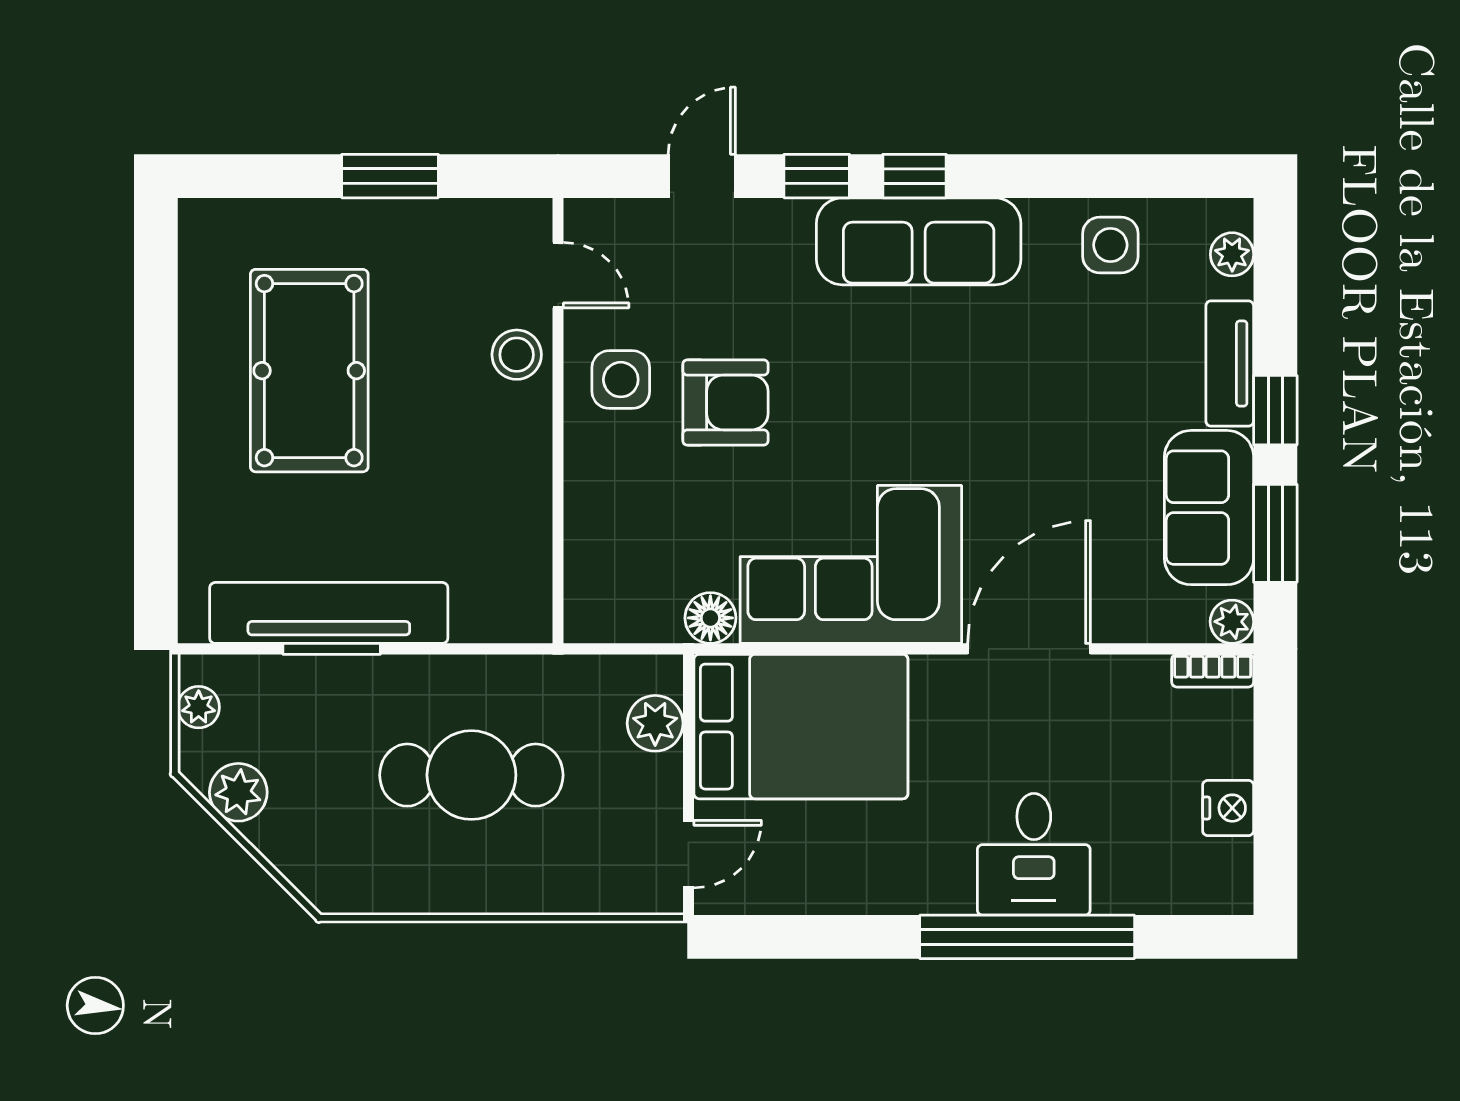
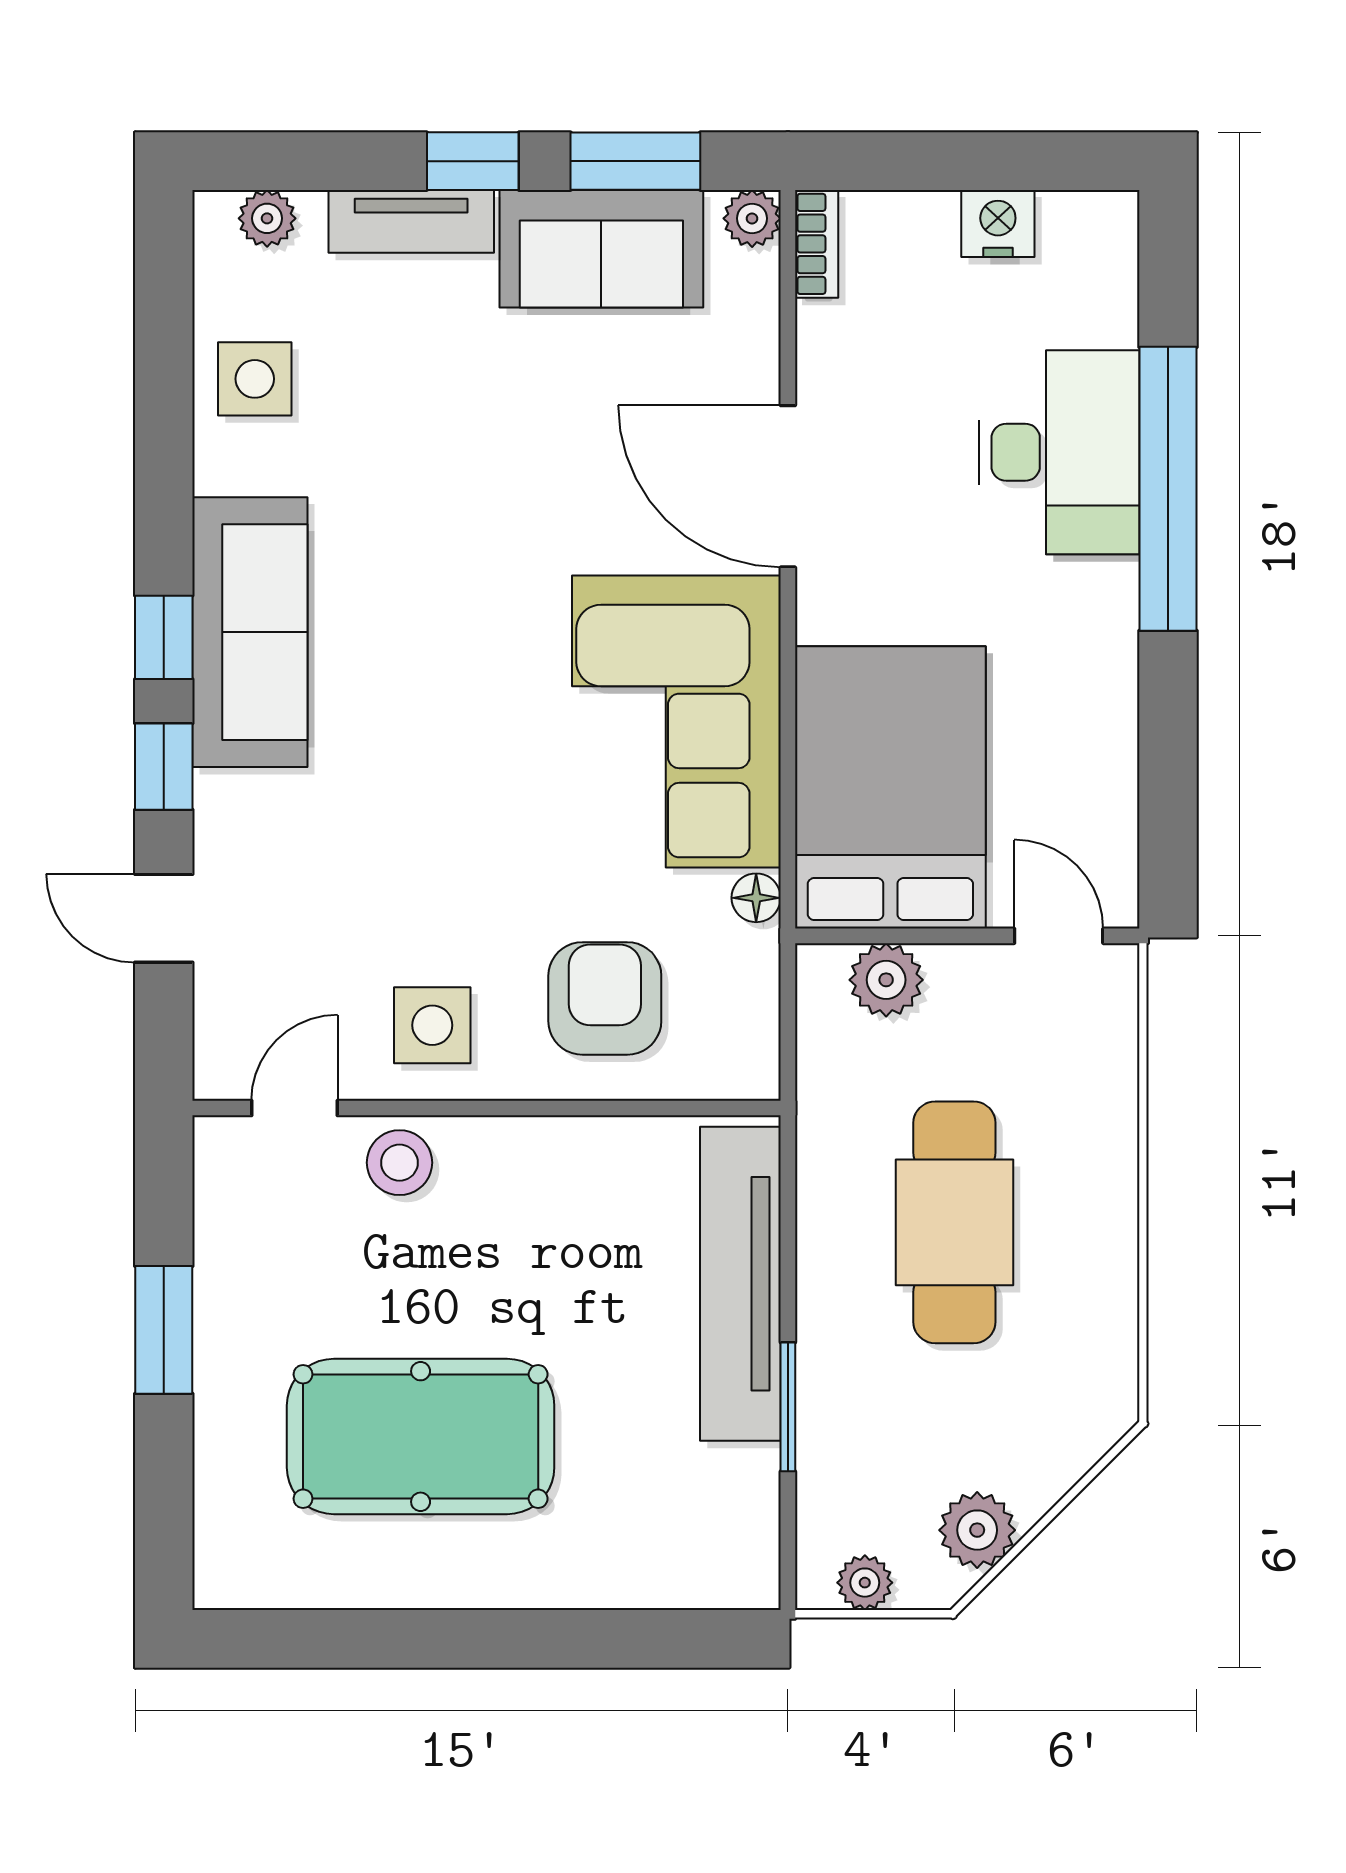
armchair: (725, 402) -> (605, 998), moved
tv unit: (329, 613) -> (740, 1284), moved
floor lamp: (710, 618) -> (756, 898), width x0.73, depth x0.73
desk: (1034, 854) -> (1059, 452), width x1.37

